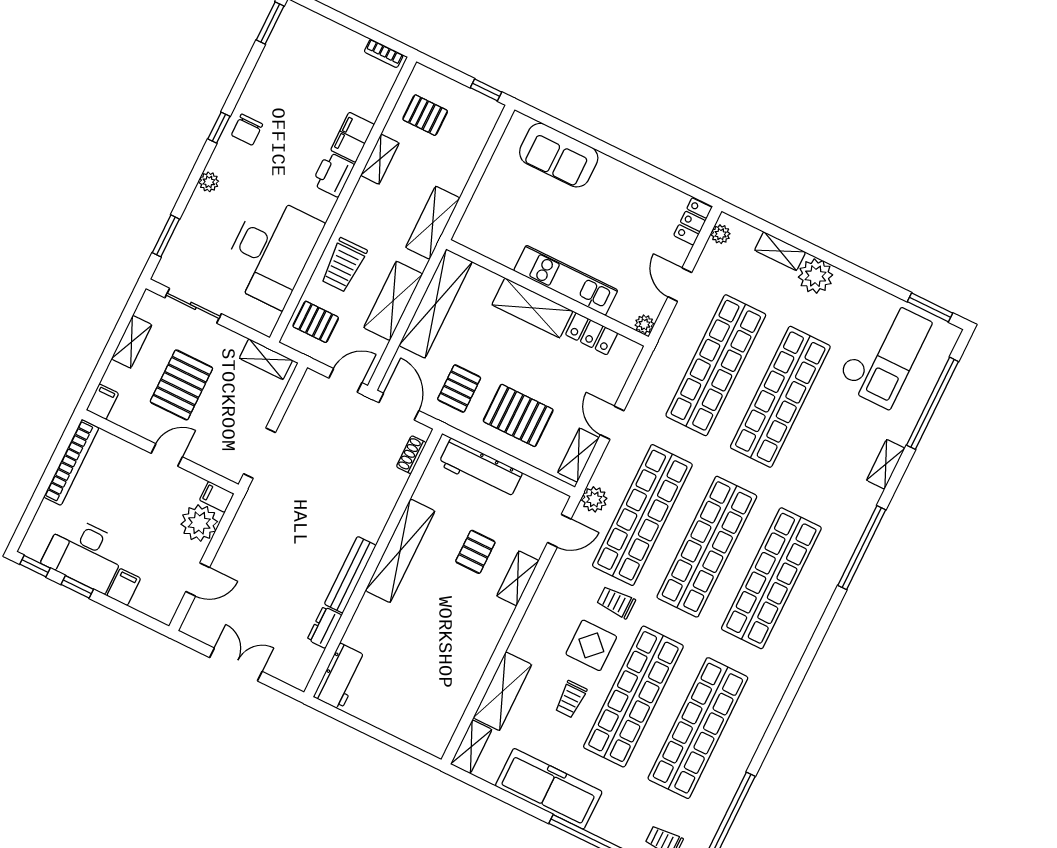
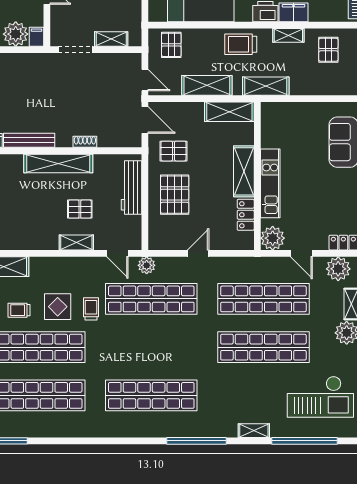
plant: (721, 234) -> (338, 269), width x1.88, depth x1.88
trolley: (344, 265) -> (241, 44), moved
door: (680, 285) -> (301, 253), swing flipped
shelving: (436, 304) -> (229, 112), width x0.68
plant: (644, 324) -> (273, 238), width x1.87, depth x1.87
shelving: (266, 359) -> (111, 39), moved, turned 90
door: (399, 407) -> (145, 120), hinge flipped
shoe rack: (411, 455) -> (85, 142), moved
shelving: (578, 455) -> (169, 243), removed
shop shelf: (707, 547) -> (151, 347), removed

